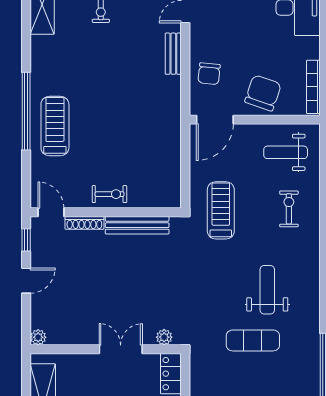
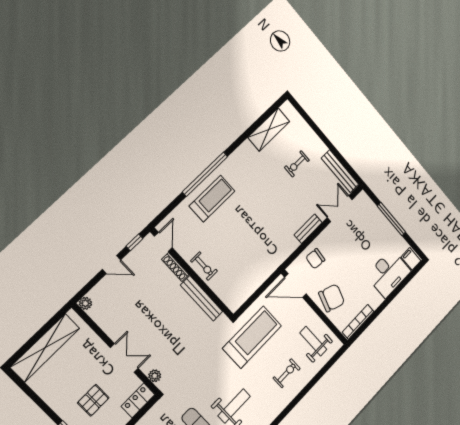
treadmill: (221, 210) -> (252, 337), width x1.37, depth x1.38

